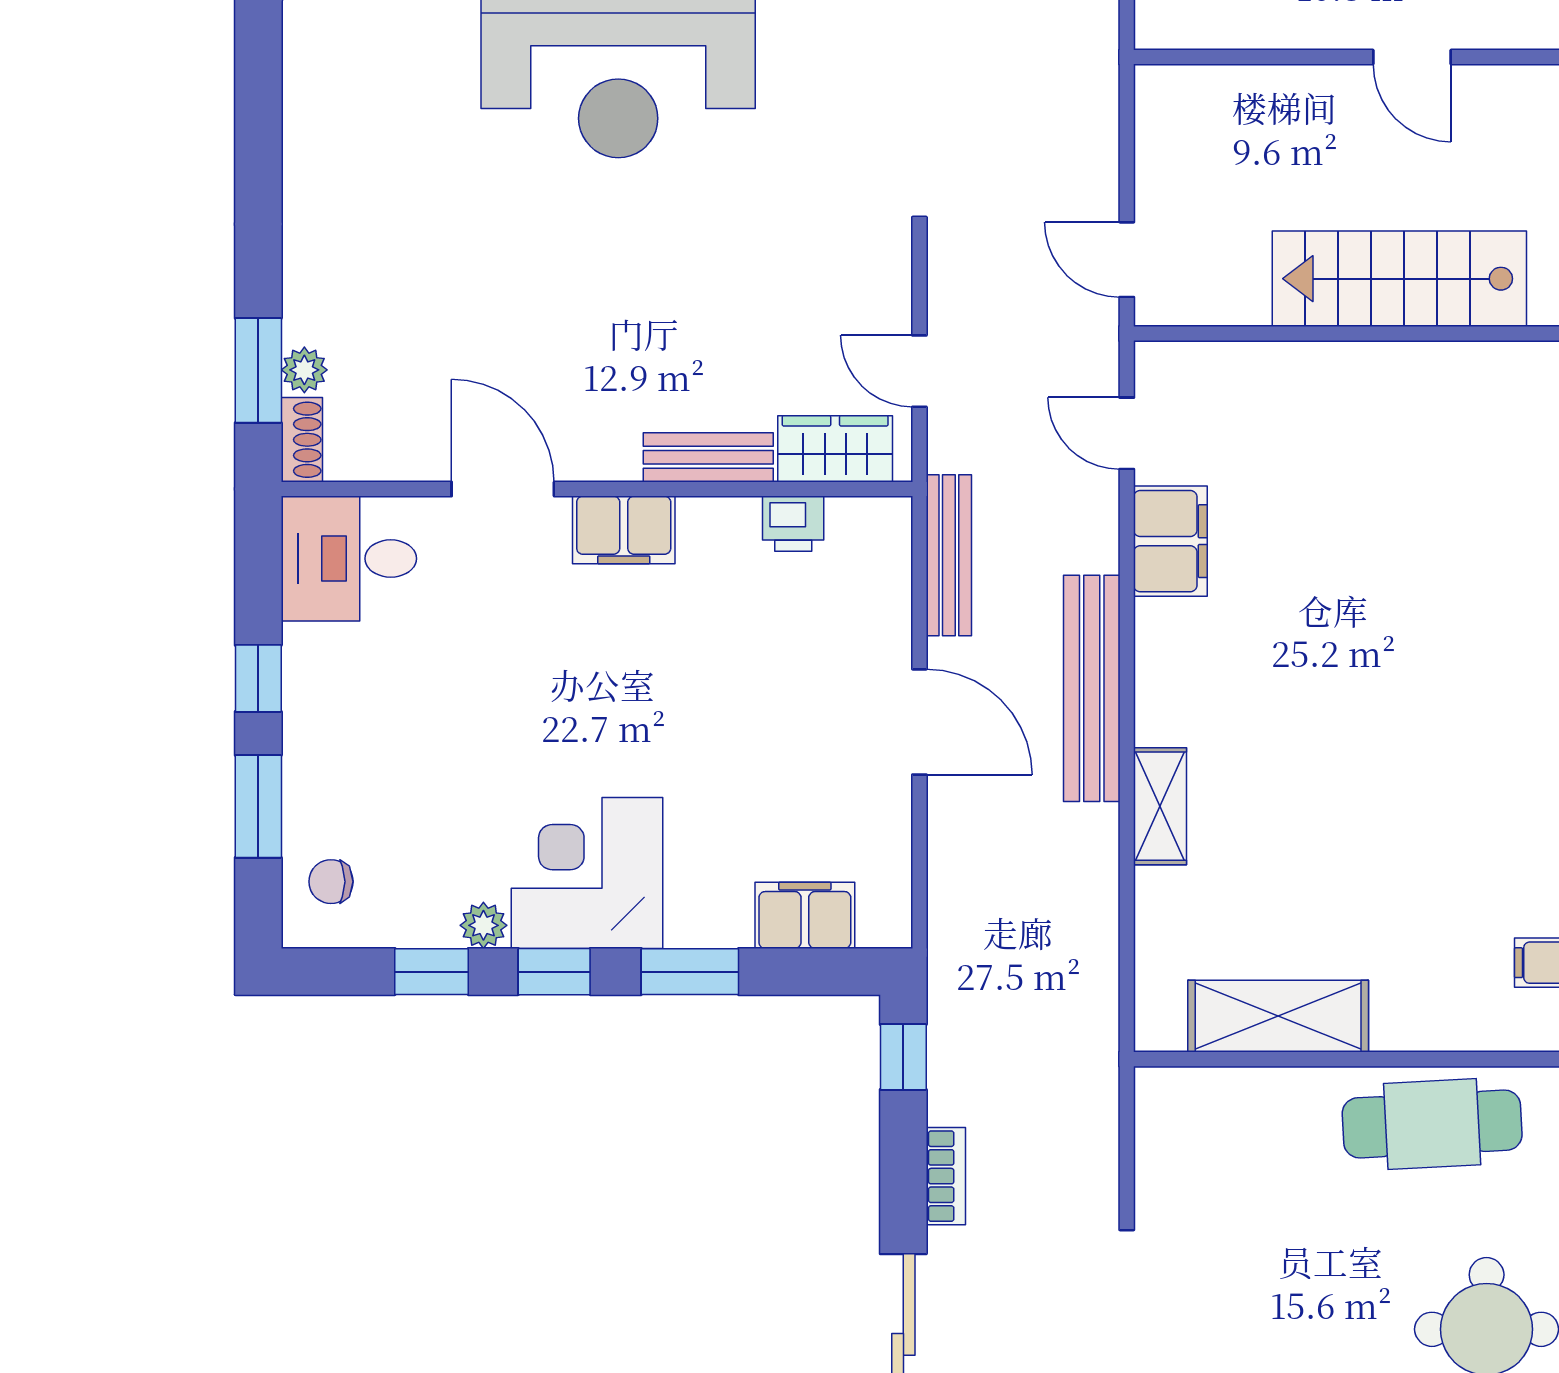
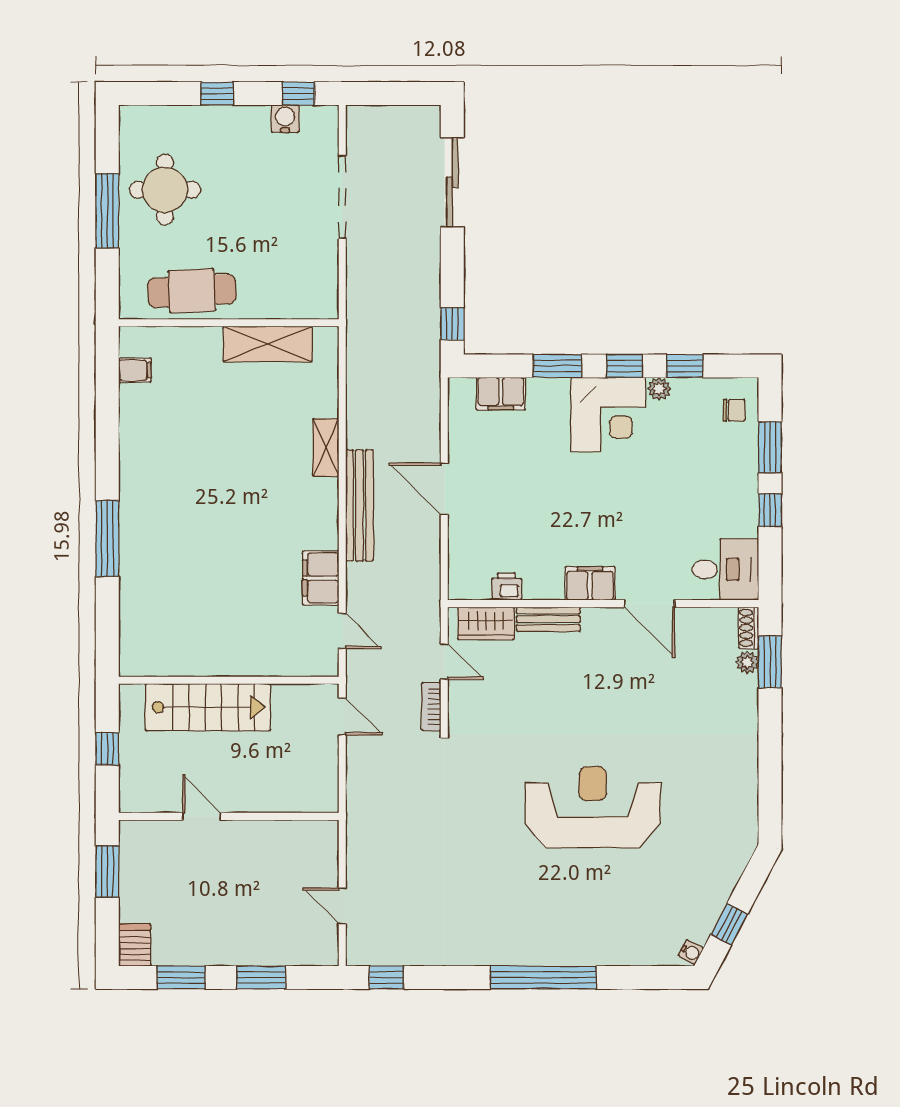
bench: (949, 555) -> (430, 571), removed
bookcase: (946, 1176) -> (431, 707), moved

